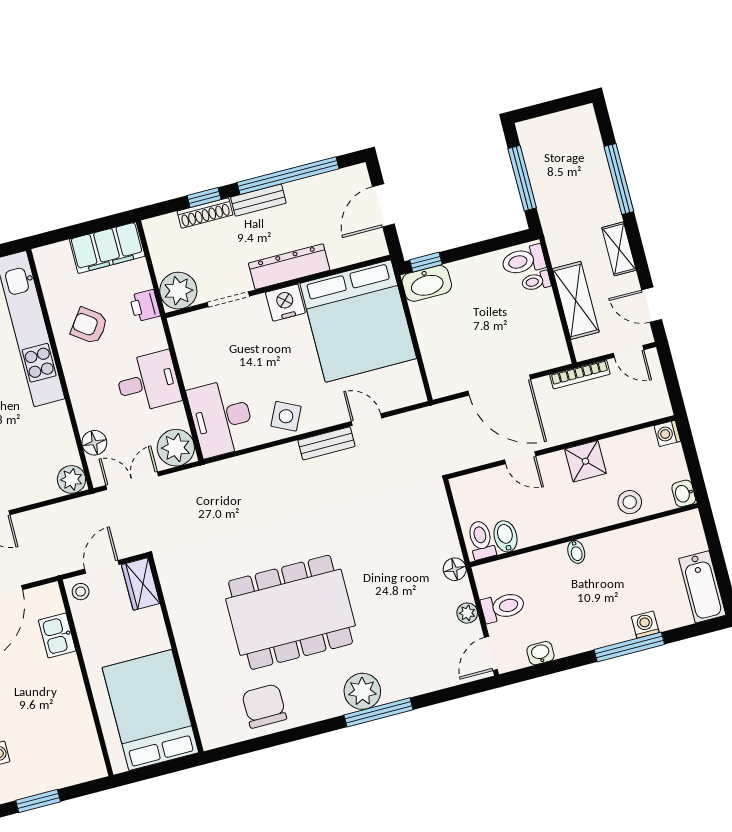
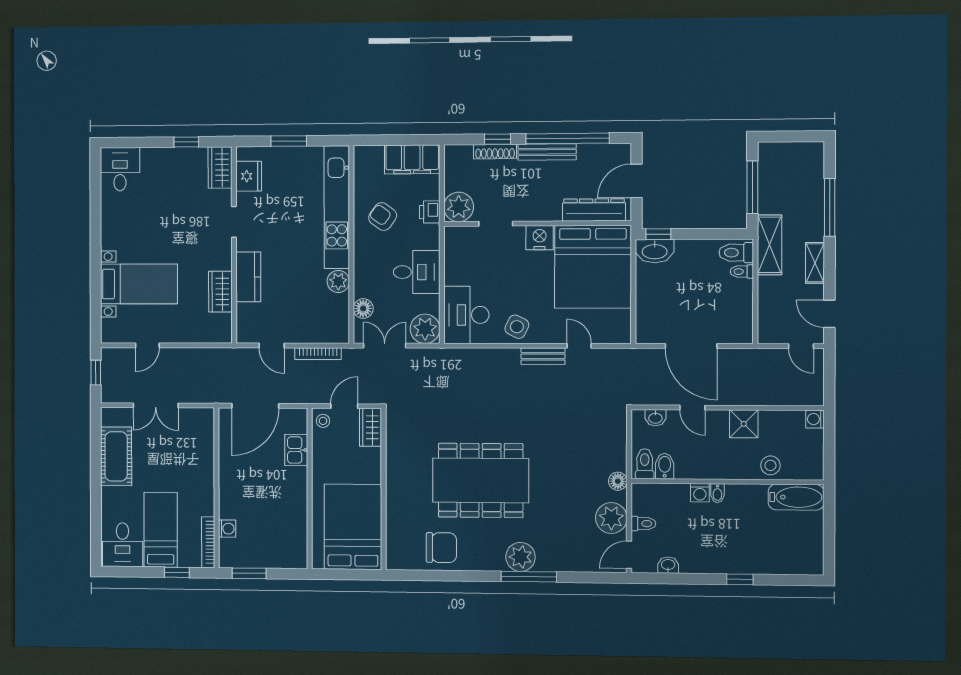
bench: (258, 200) -> (547, 152), width x1.36
dresser: (289, 267) -> (594, 210), moved
shelving: (576, 300) -> (770, 245), moved
bookcase: (580, 374) -> (318, 354), moved
plant: (71, 479) -> (338, 281), moved
washbasin: (684, 493) -> (655, 418), moved, turned -90
bathtub: (702, 587) -> (796, 497), moved, turned -90
toilet: (503, 607) -> (643, 524), width x0.73, depth x0.72
plant: (467, 613) -> (611, 518), width x1.87, depth x1.87
washing machine: (645, 625) -> (700, 493), moved, turned 180
window: (629, 647) -> (740, 579), width x0.46
chair: (264, 706) -> (441, 548), turned 90

